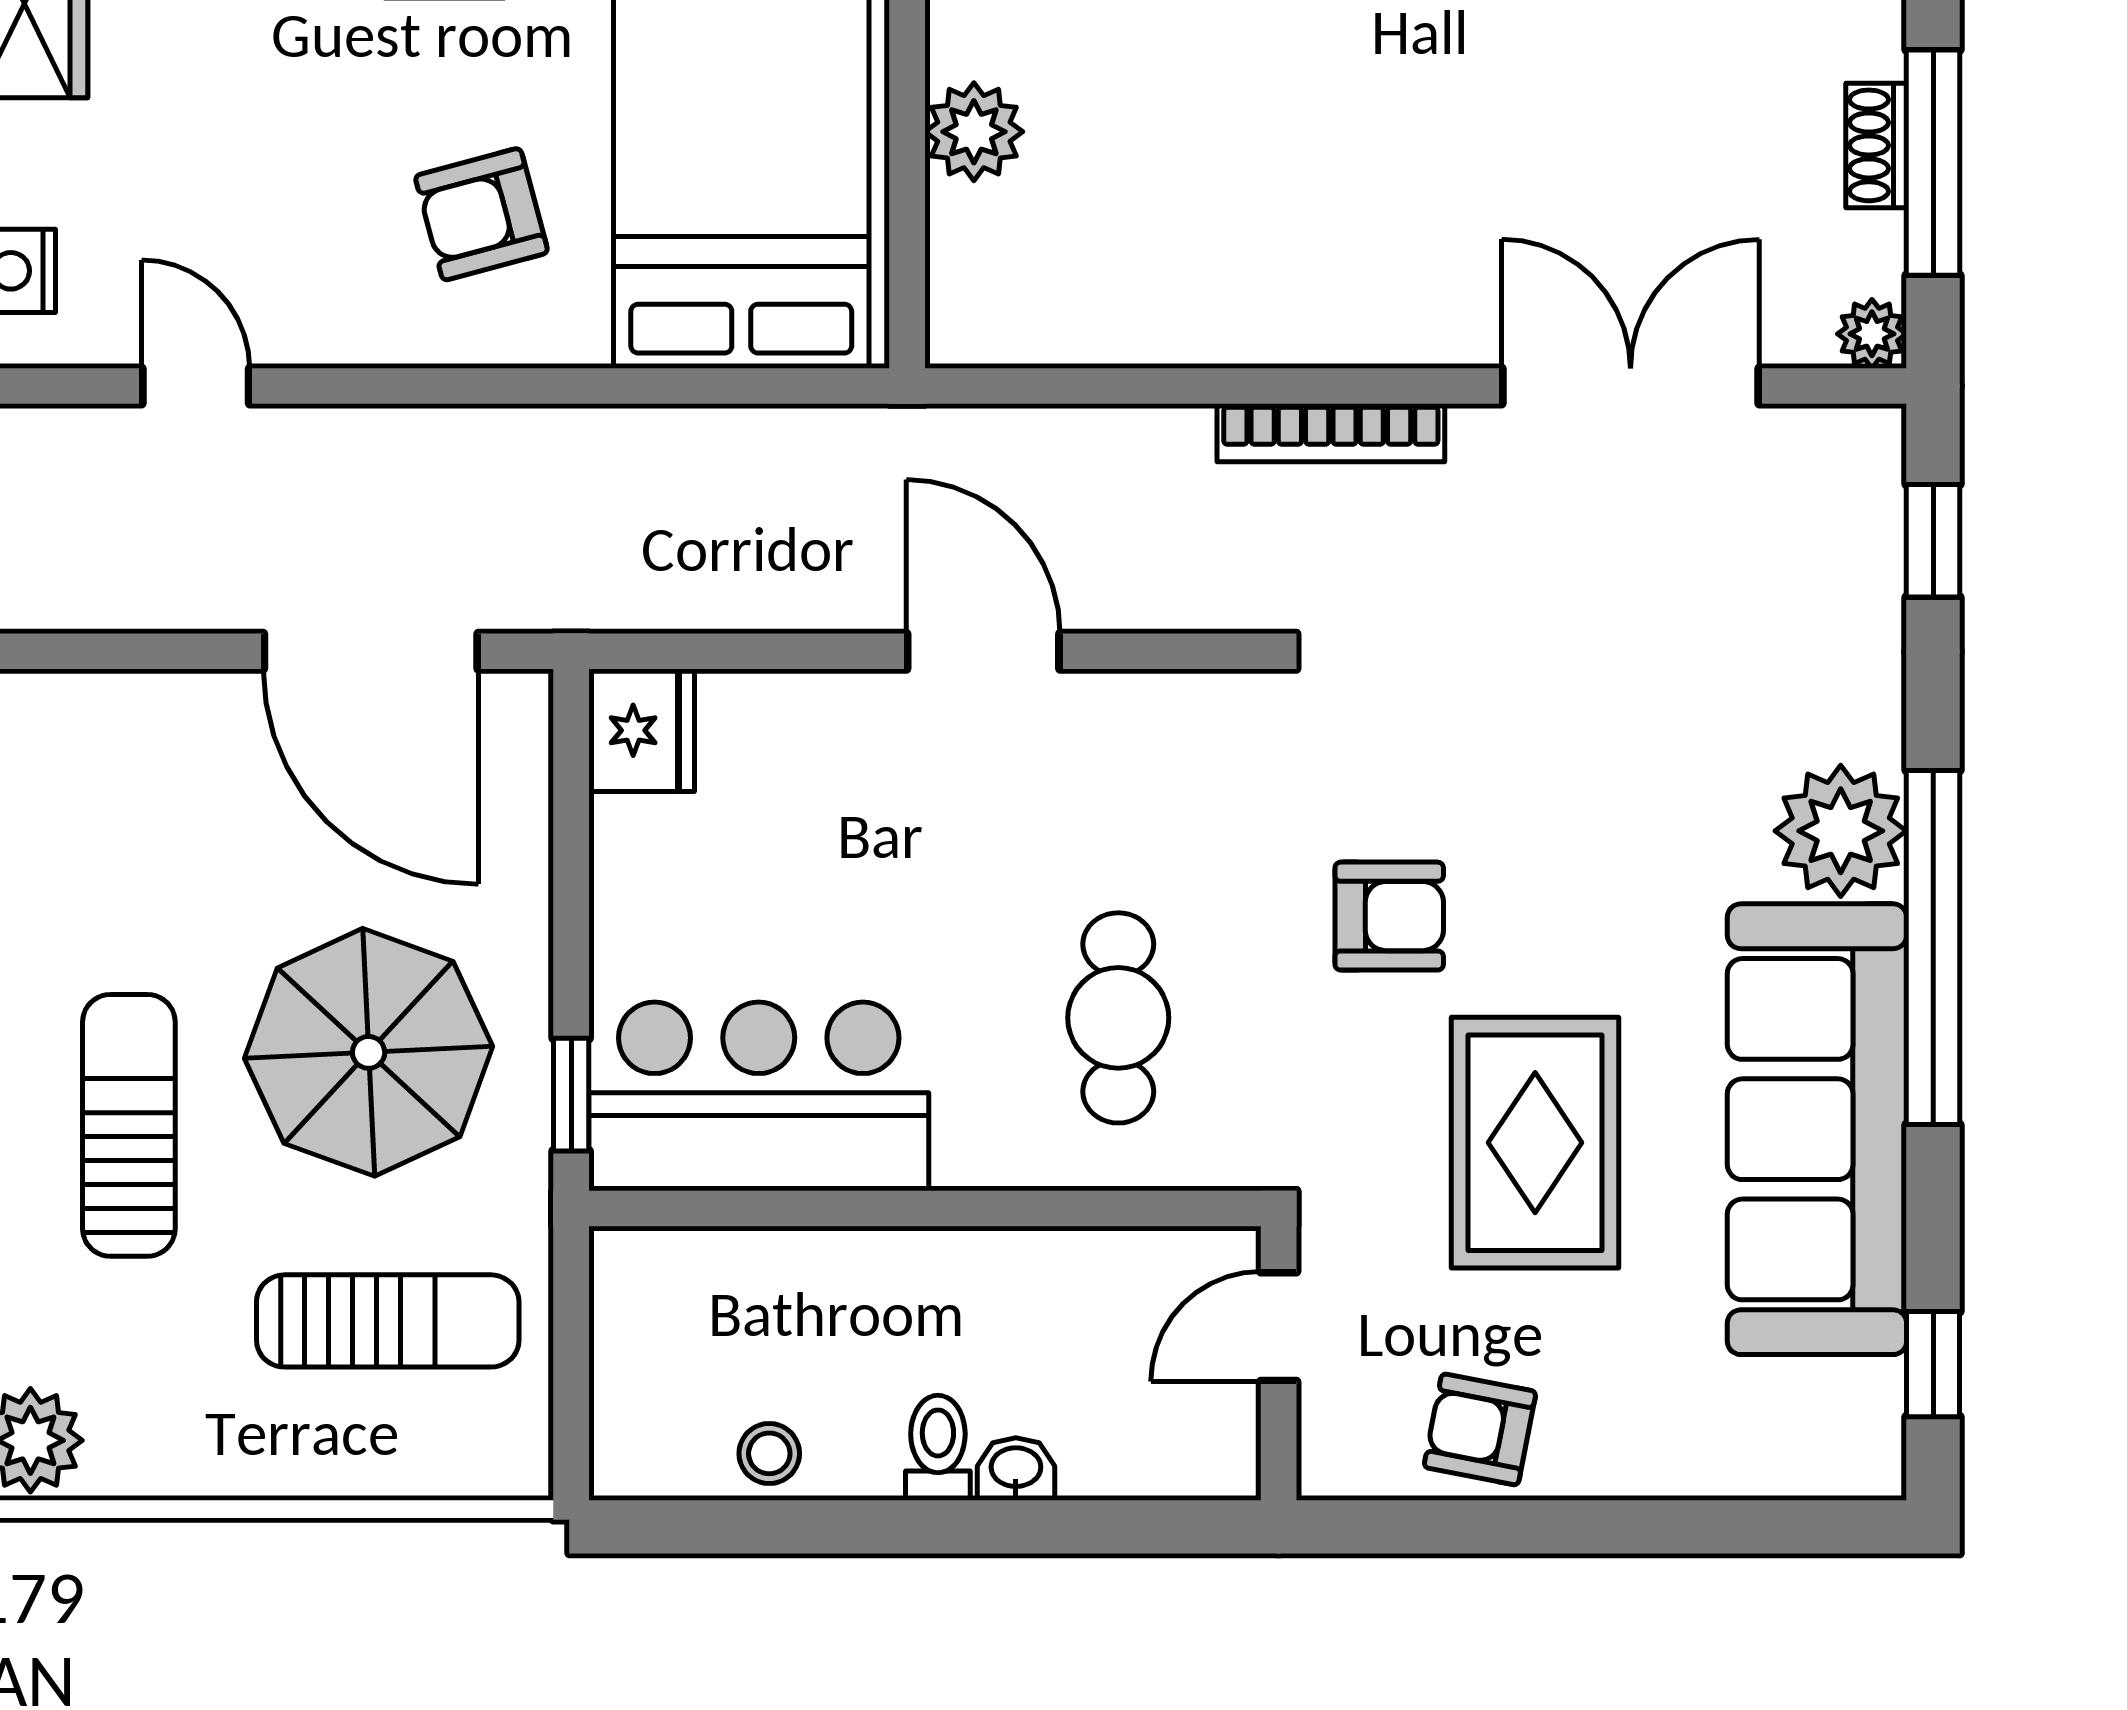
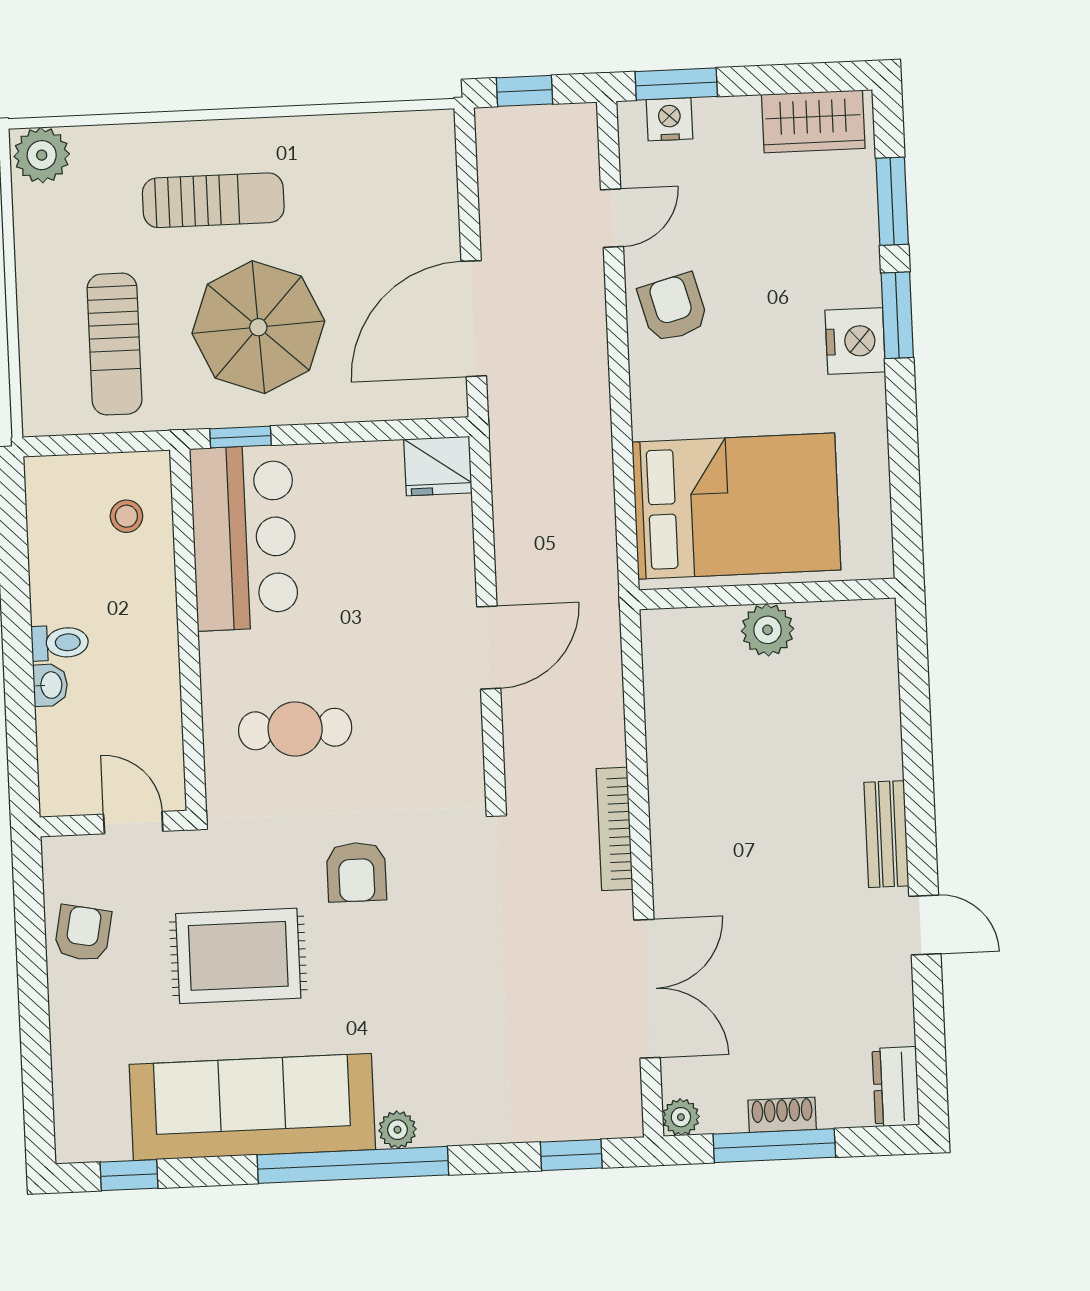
armchair: (481, 214) -> (673, 308), moved
plant: (1841, 831) -> (397, 1130), width x0.53, depth x0.53
stool: (769, 1453) -> (126, 516), moved

